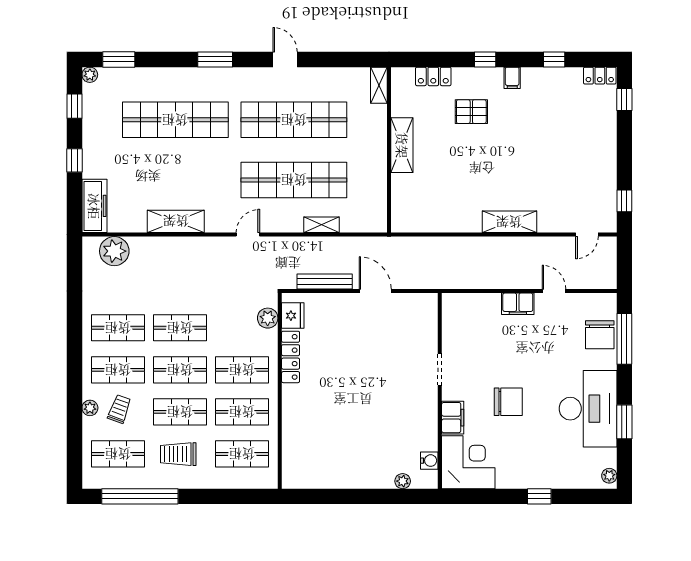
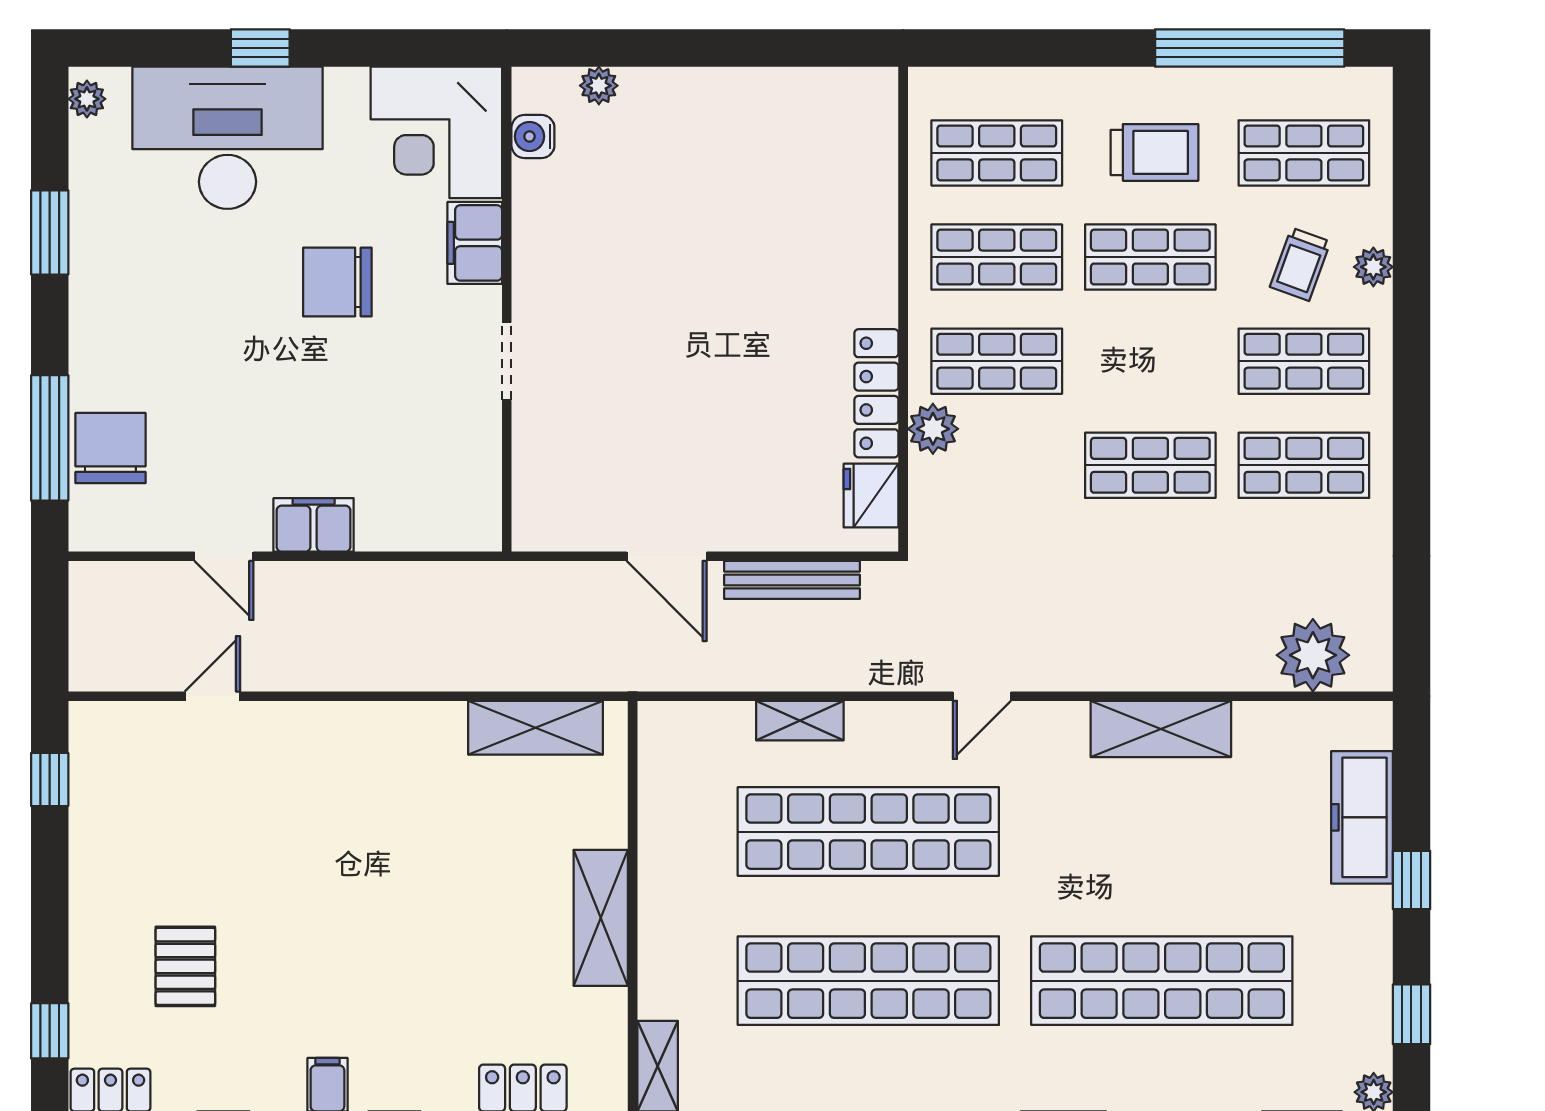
pallet: (471, 112) -> (185, 966), moved, turned 90
freezer: (94, 206) -> (1362, 817), moved
shelving: (509, 222) -> (535, 728), moved
door: (587, 235) -> (212, 696), moved
plant: (268, 318) -> (933, 429), moved
shop shelf: (180, 370) -> (1150, 361), removed
desk: (588, 409) -> (228, 138), moved, turned 90

